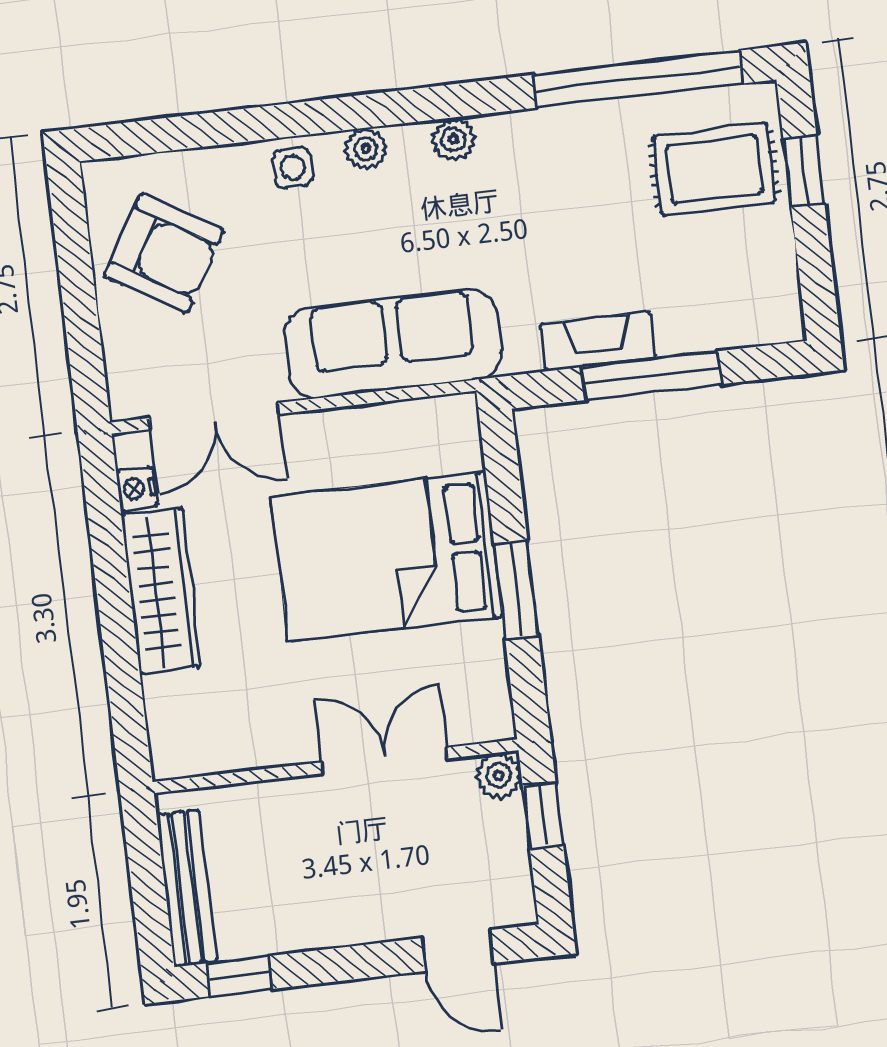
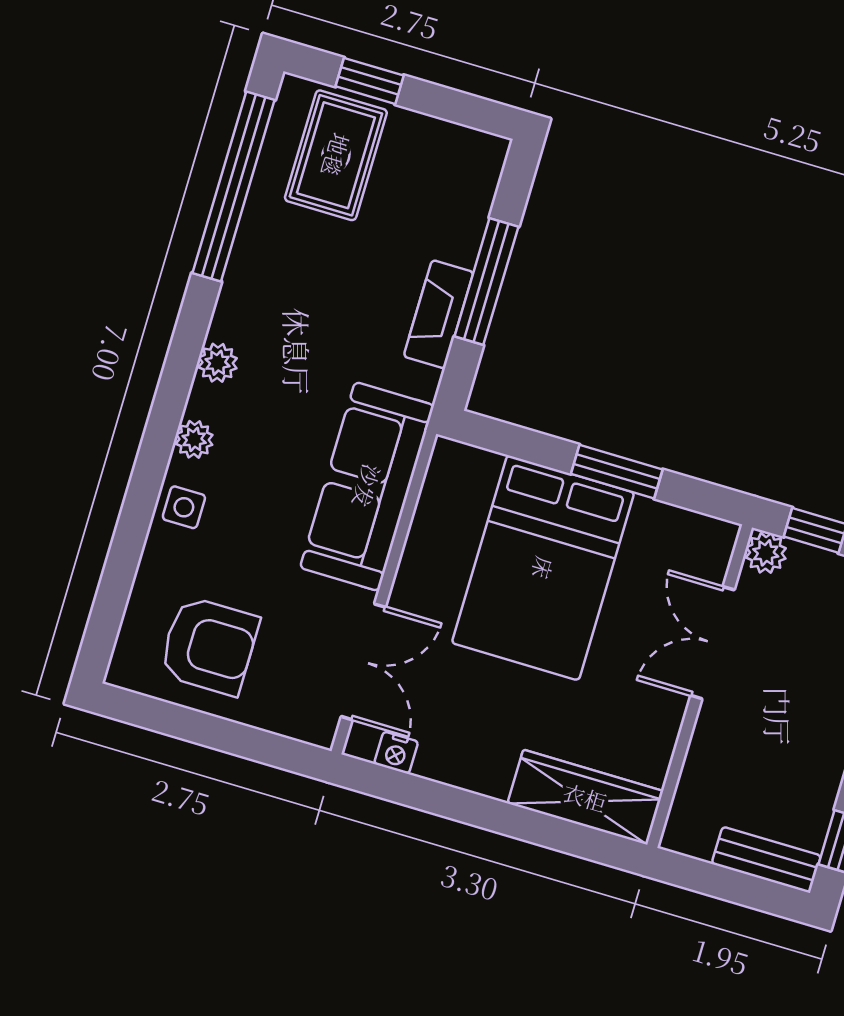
armchair: (164, 253) -> (209, 646), turned 59
wardrobe: (161, 591) -> (585, 797), moved
bench: (187, 888) -> (766, 860), width x0.73

